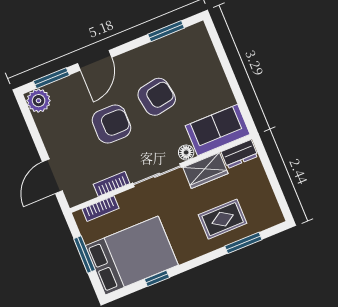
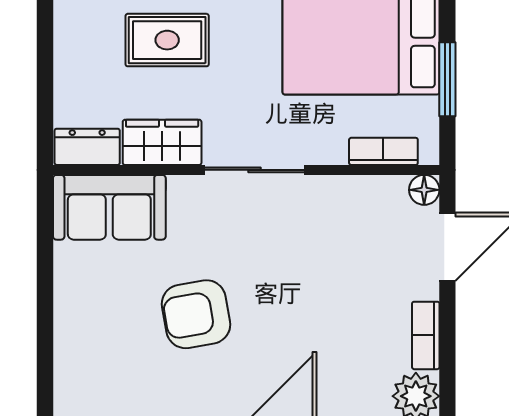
armchair: (111, 124) -> (300, 298), removed
floor lamp: (186, 152) -> (424, 190), moved
bookcase: (112, 184) -> (426, 335), moved, turned 90

